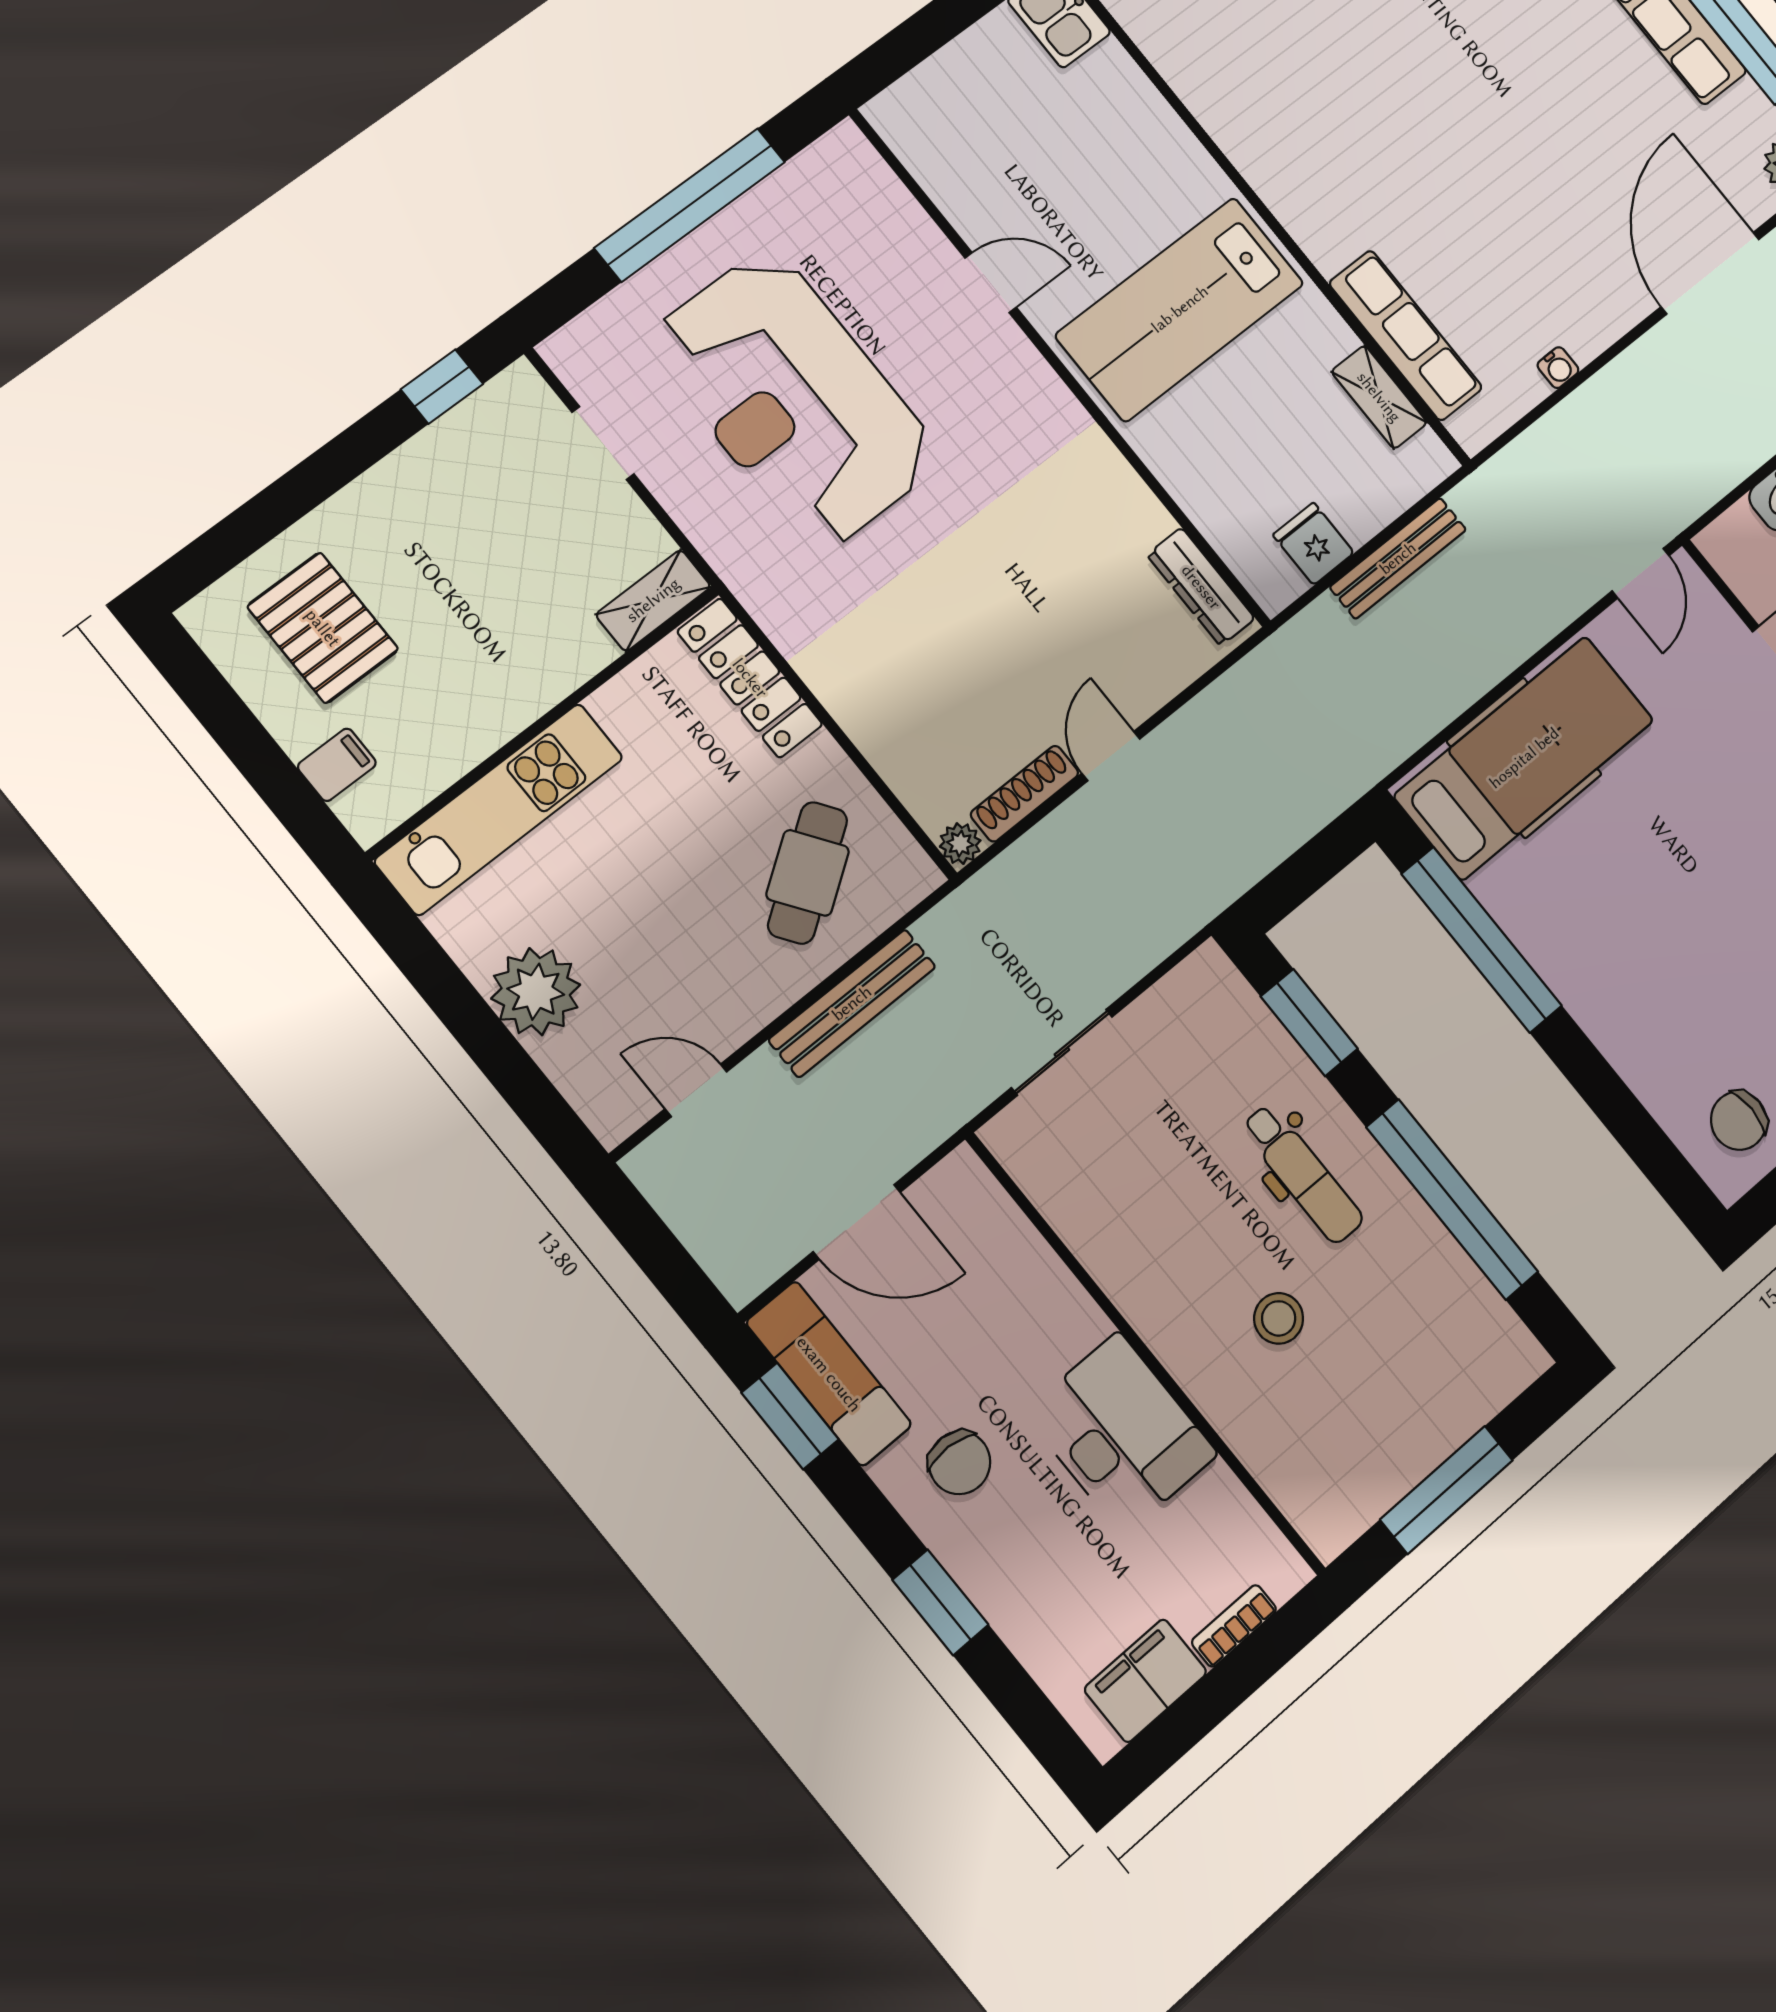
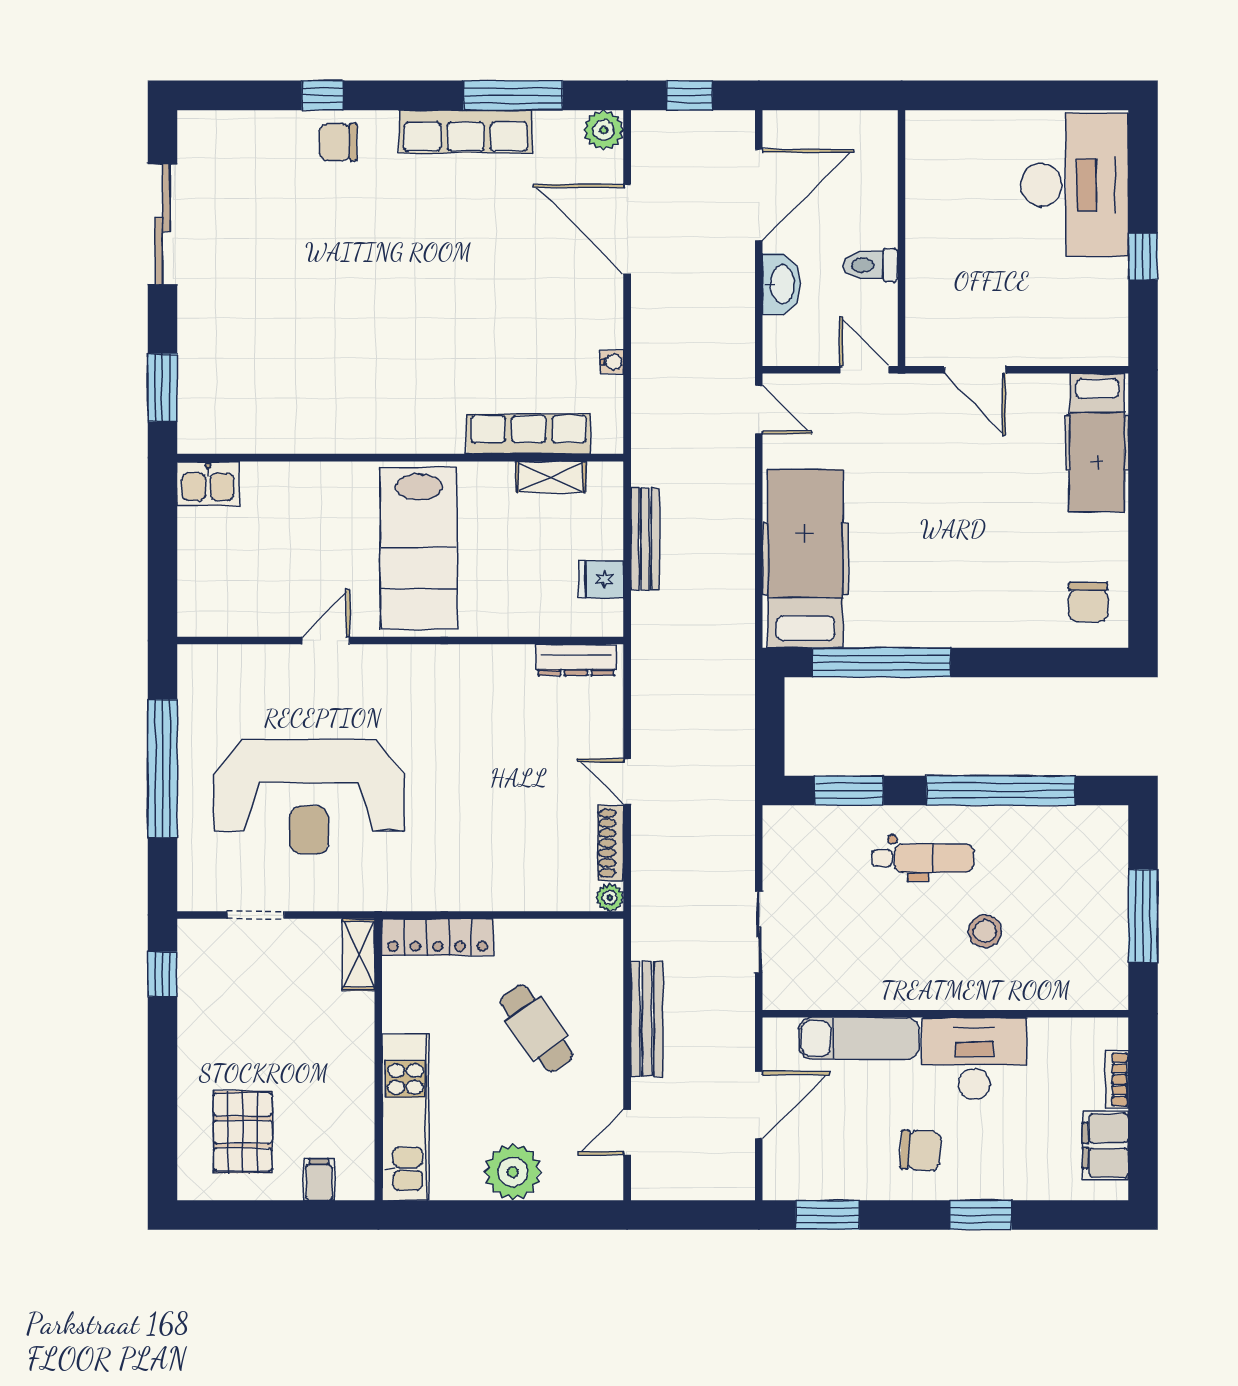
pallet: (323, 628) -> (243, 1132), turned 90
cafe table: (808, 873) -> (536, 1028), moved
exam couch: (829, 1374) -> (859, 1038), moved, turned 180

